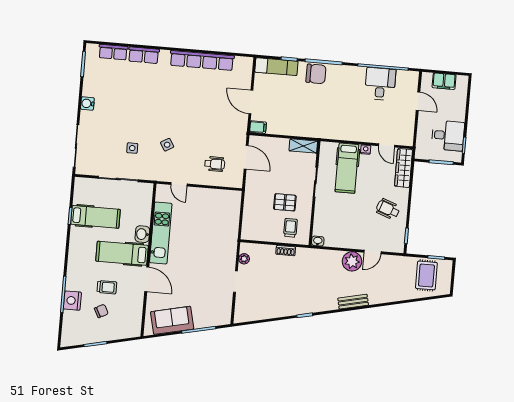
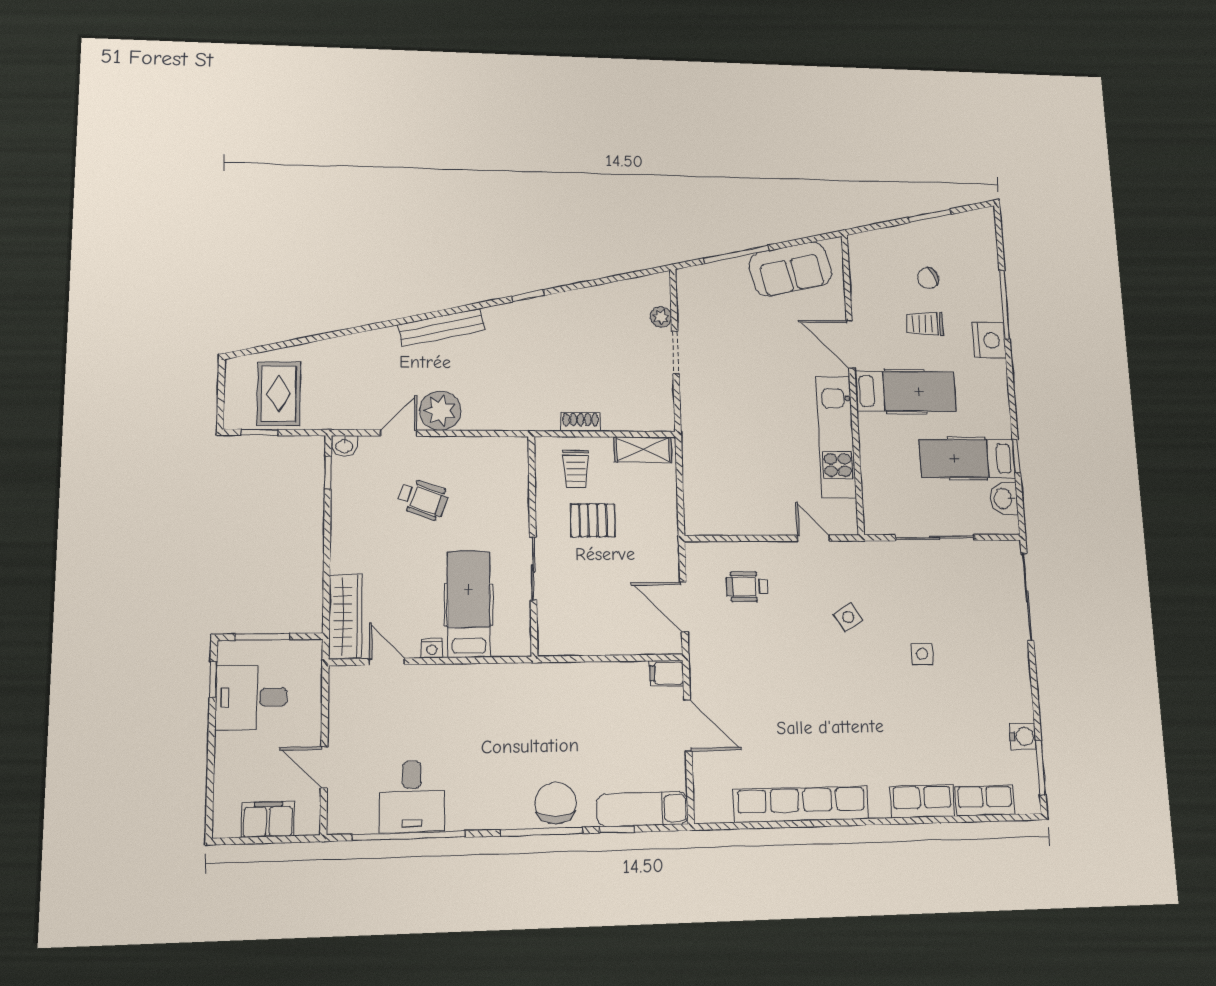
chair: (316, 74) -> (555, 803), turned 90
water cooler: (87, 103) -> (1023, 736), moved
shelving: (303, 146) -> (643, 450), moved
side table: (132, 148) -> (922, 654), moved
wheelchair: (388, 209) -> (423, 499), moved
washbasin: (142, 234) -> (1004, 498), moved, turned 180
washbasin: (318, 241) -> (344, 446), moved
plant: (244, 259) -> (661, 317), moved
nightstand: (72, 301) -> (989, 340), moved
bench: (353, 302) -> (442, 327), width x1.36

